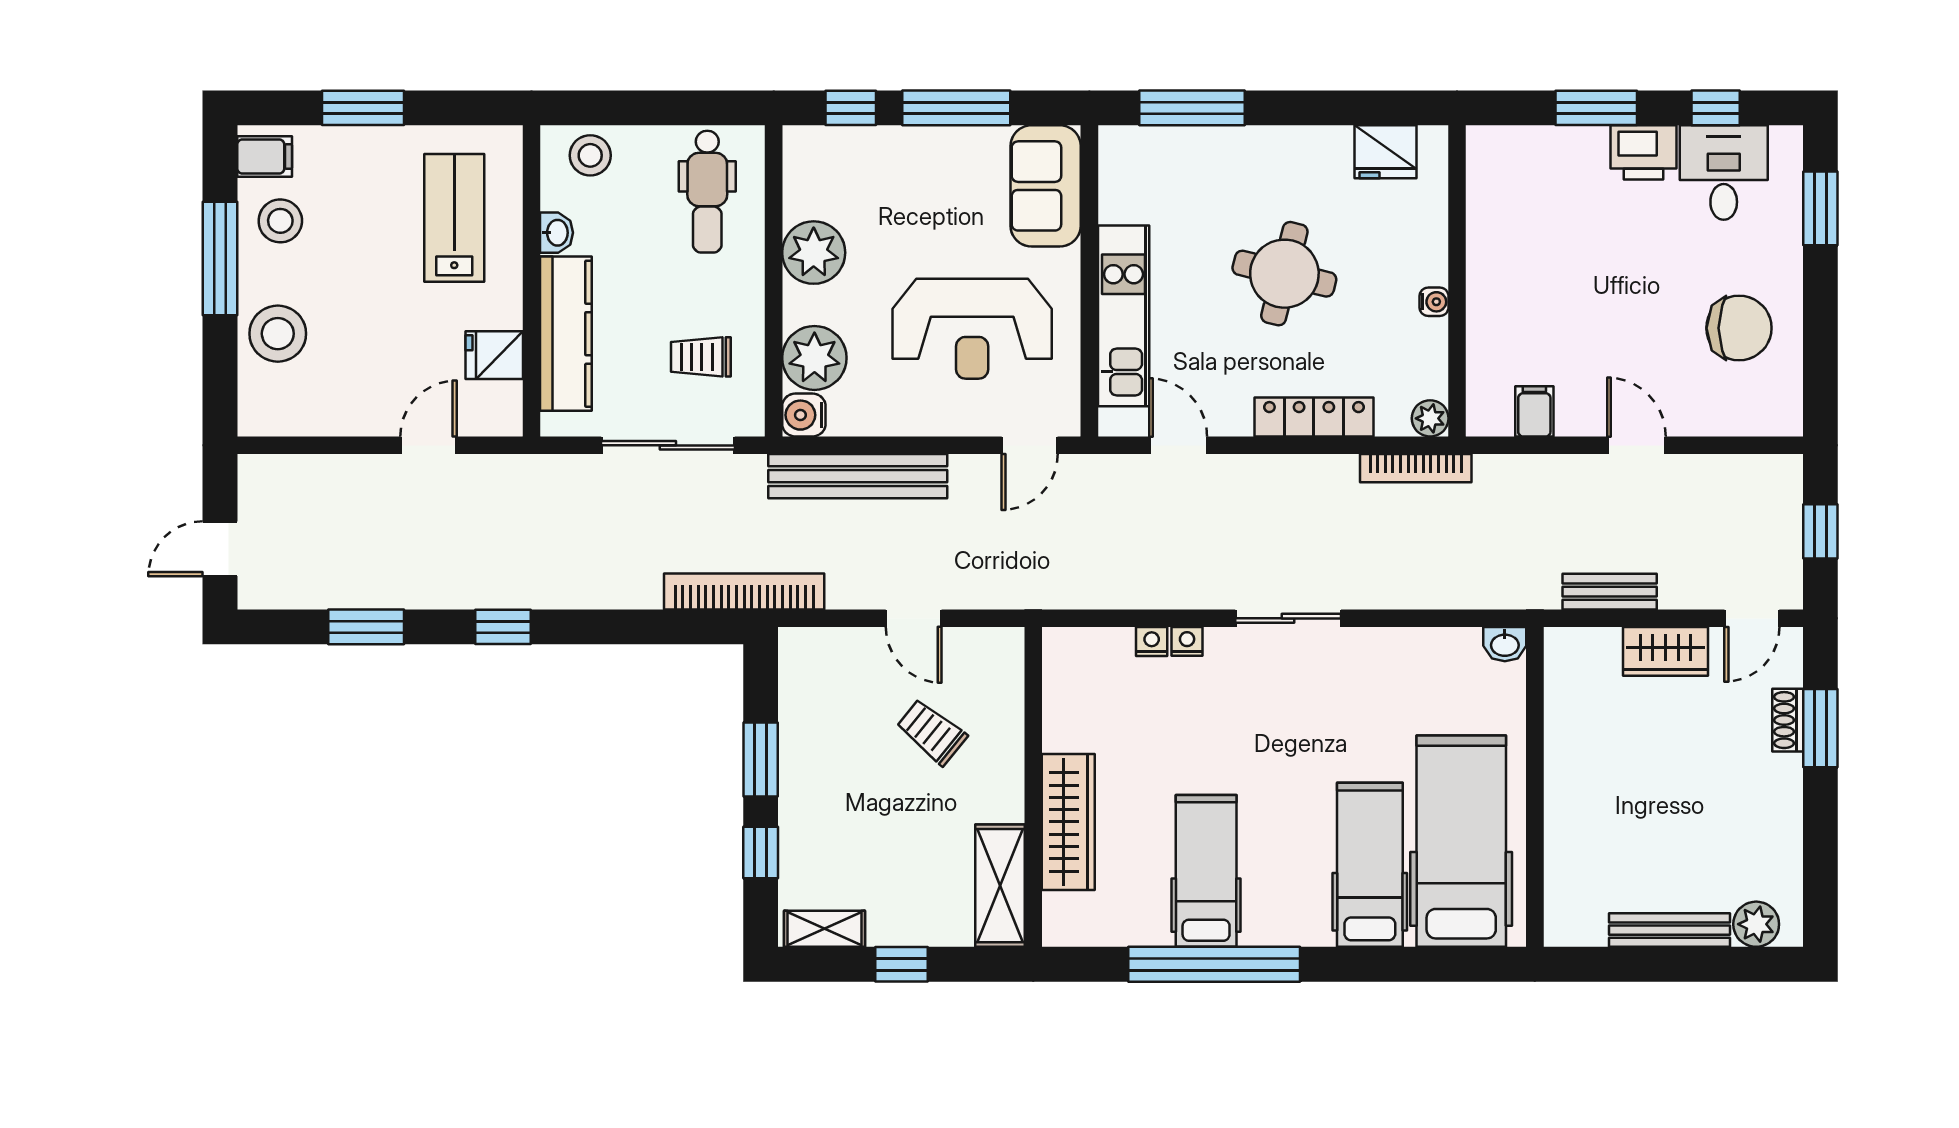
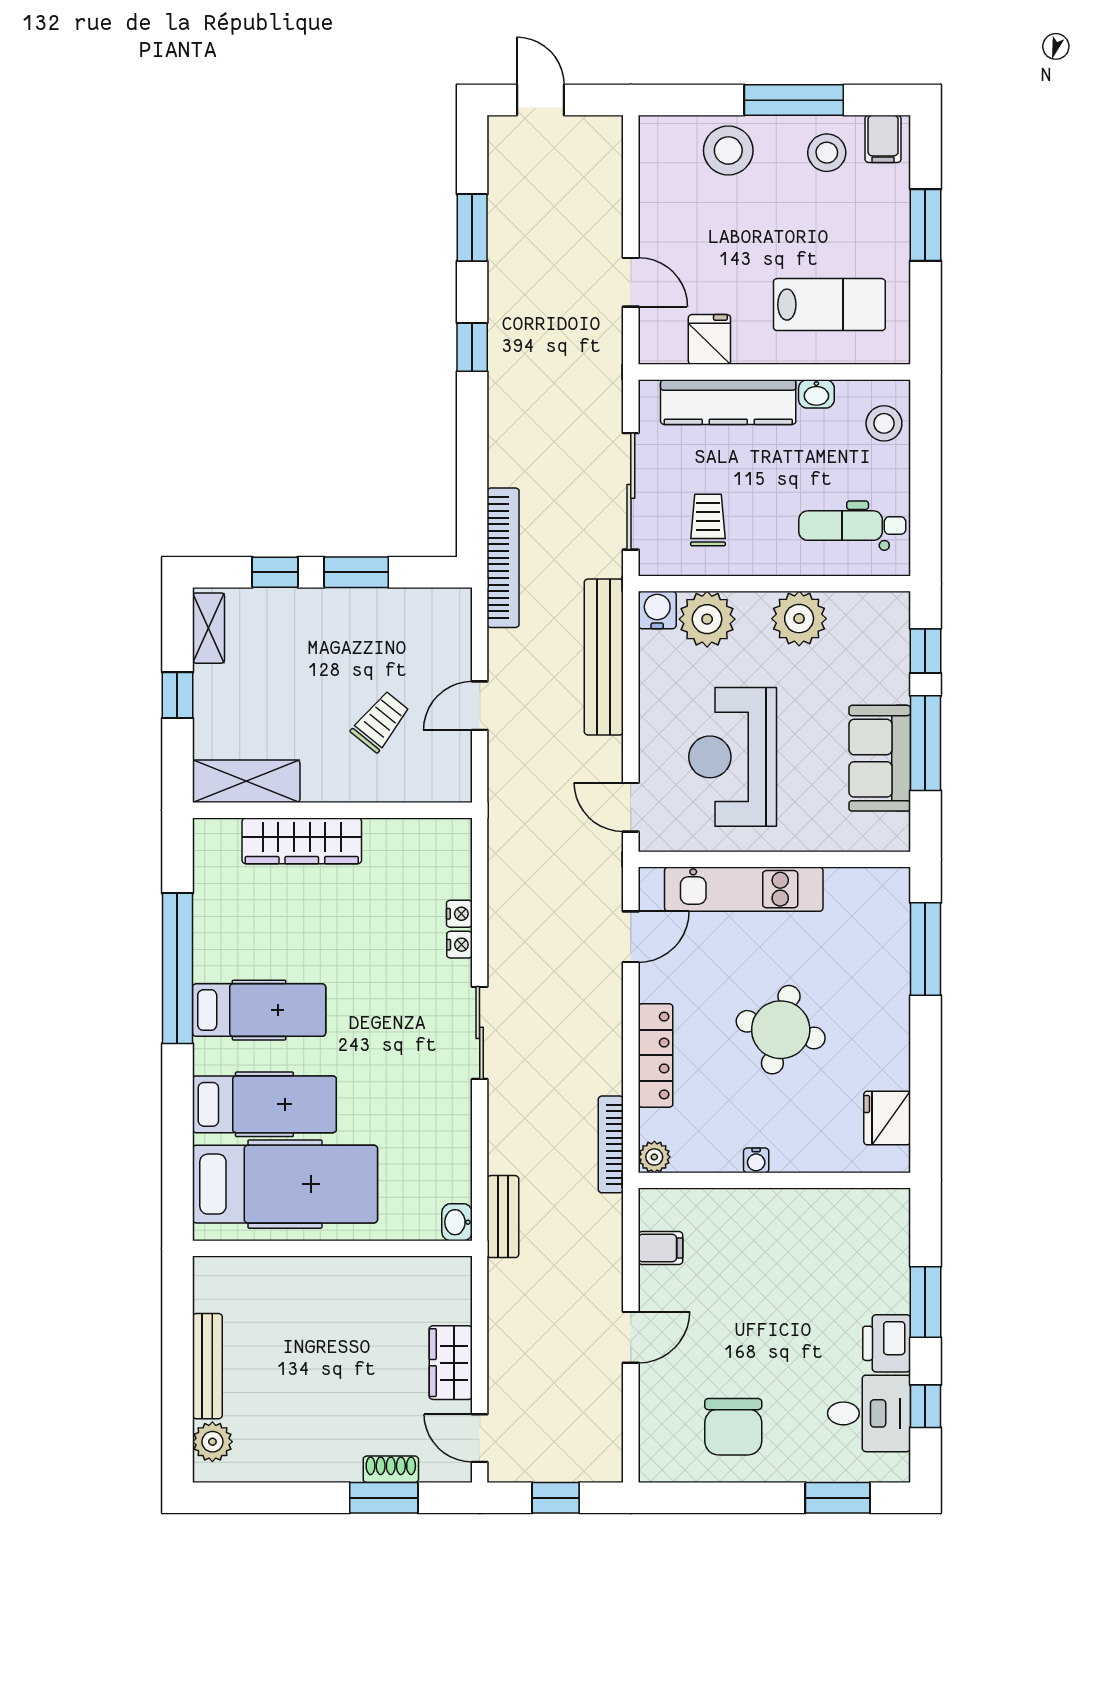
sofa: (1046, 186) -> (880, 758), moved, turned -90
bench: (1610, 592) -> (503, 1217), moved
hospital bed: (1206, 871) -> (259, 1010), moved

